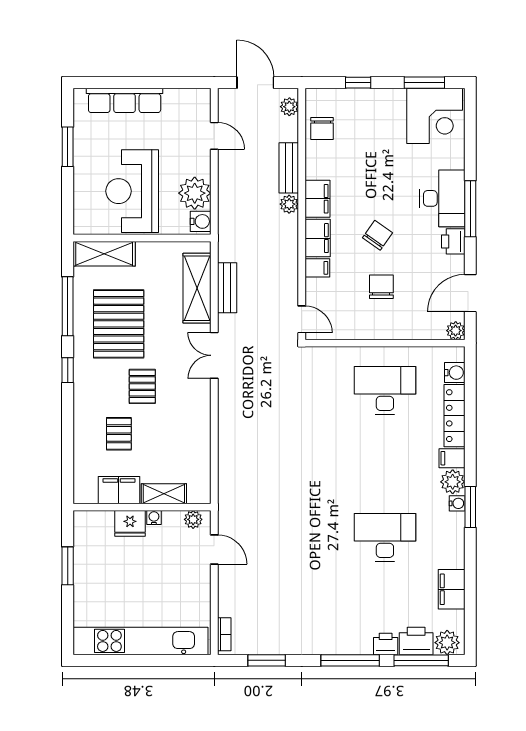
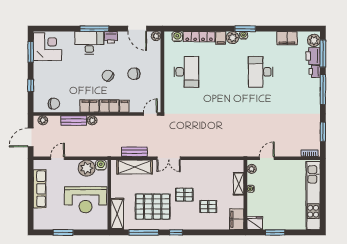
row of seats: (125, 100) -> (40, 189), moved
desk: (385, 390) -> (186, 72), turned 180
filing cabinet: (119, 490) -> (237, 219), moved
fridge: (130, 523) -> (255, 223), moved, turned -90

